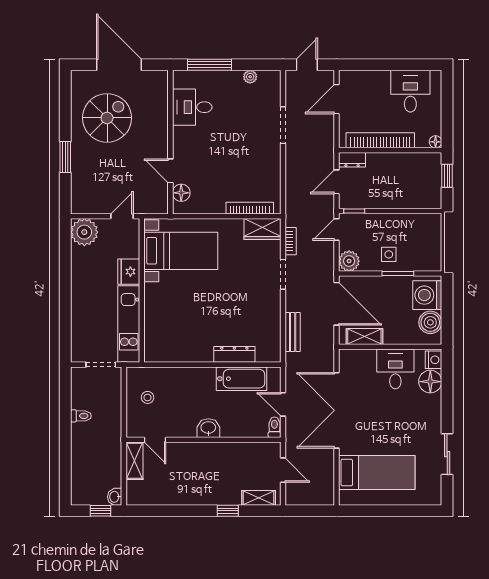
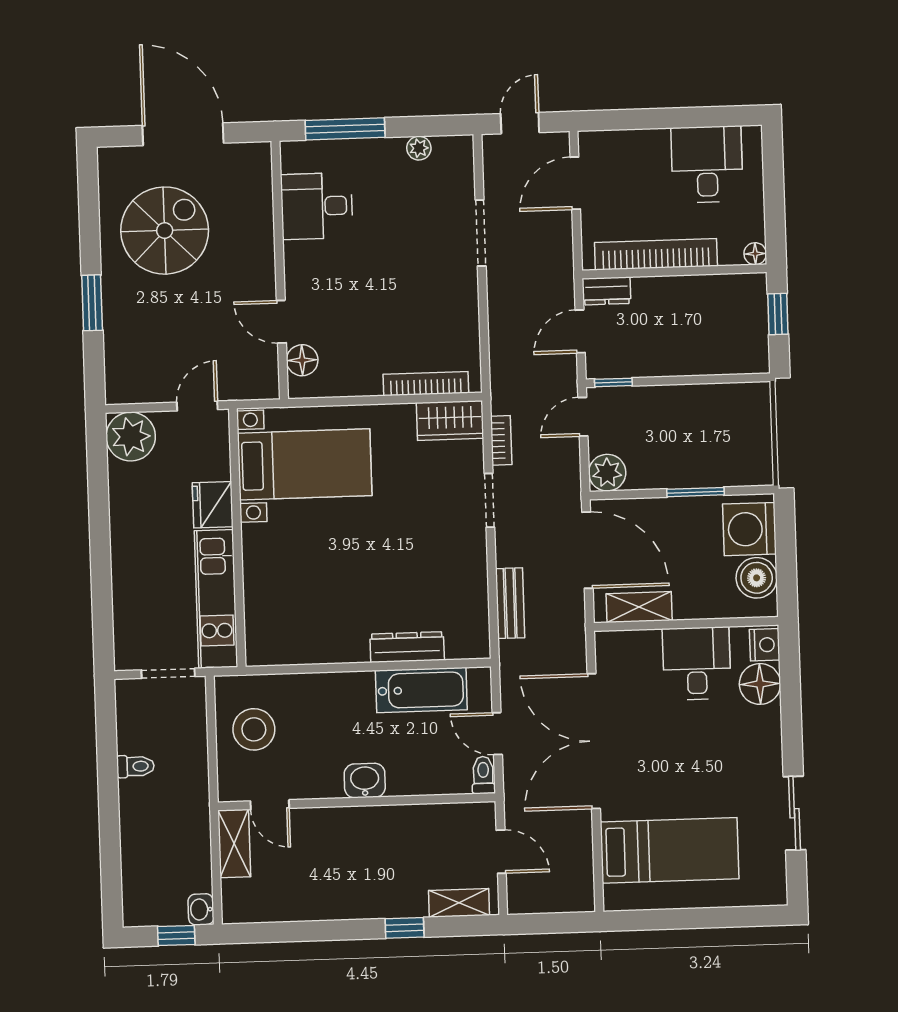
side table: (389, 254) -> (678, 458), removed
stool: (148, 397) -> (254, 729), width x1.89, depth x1.89

